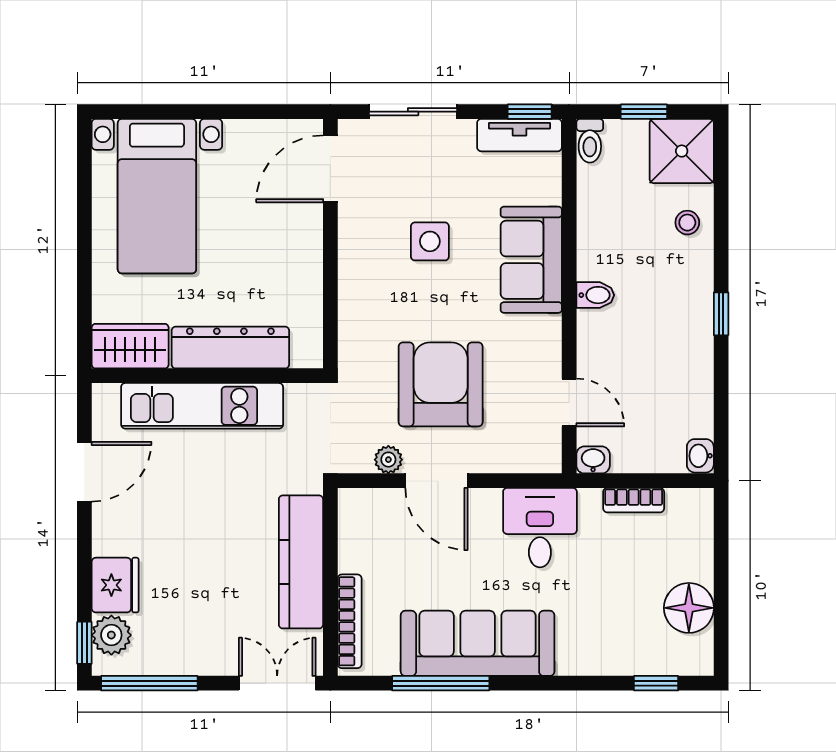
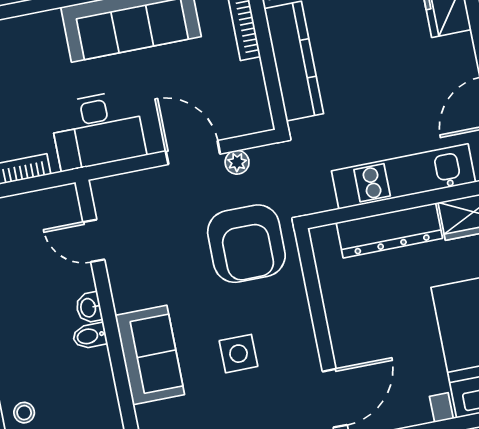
armchair: (441, 384) -> (246, 244), moved
washbasin: (593, 460) -> (89, 308), moved, turned 90
desk: (540, 528) -> (98, 130), width x1.37

